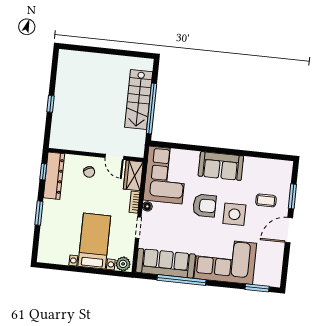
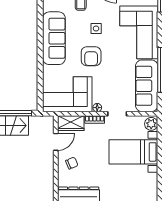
sofa: (221, 166) -> (54, 38), width x1.36
armchair: (204, 206) -> (91, 56), turned 180
side table: (234, 214) -> (96, 28), width x0.54, depth x0.54

